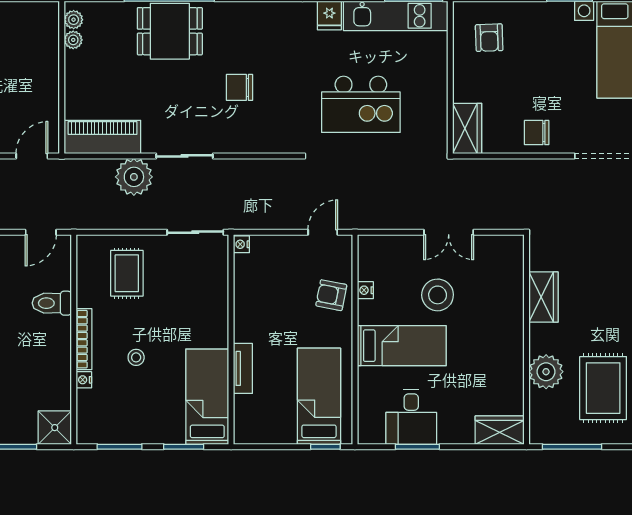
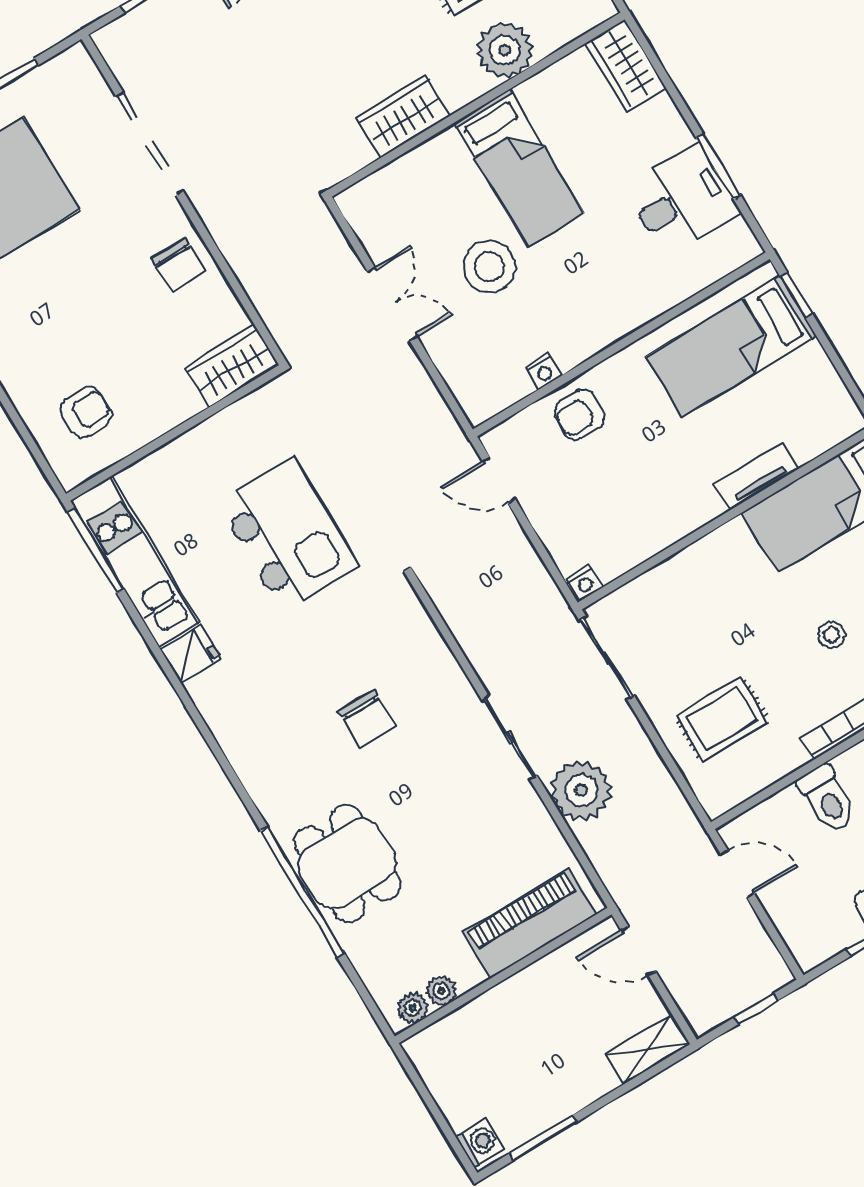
piano: (102, 137) -> (530, 923), moved, turned 90
armchair: (331, 295) -> (580, 415), turned 79
bed: (402, 346) -> (519, 168), moved, turned 180

